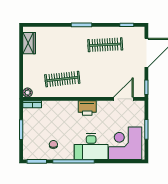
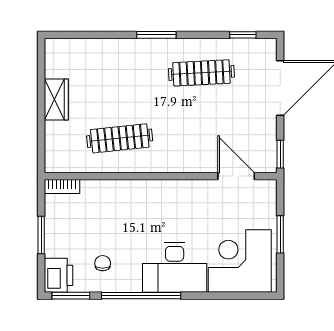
wardrobe: (29, 43) -> (56, 100), moved
plant: (28, 93) -> (53, 164), removed
door: (123, 99) -> (236, 176), hinge flipped
printer: (87, 108) -> (59, 275), moved, turned -90

